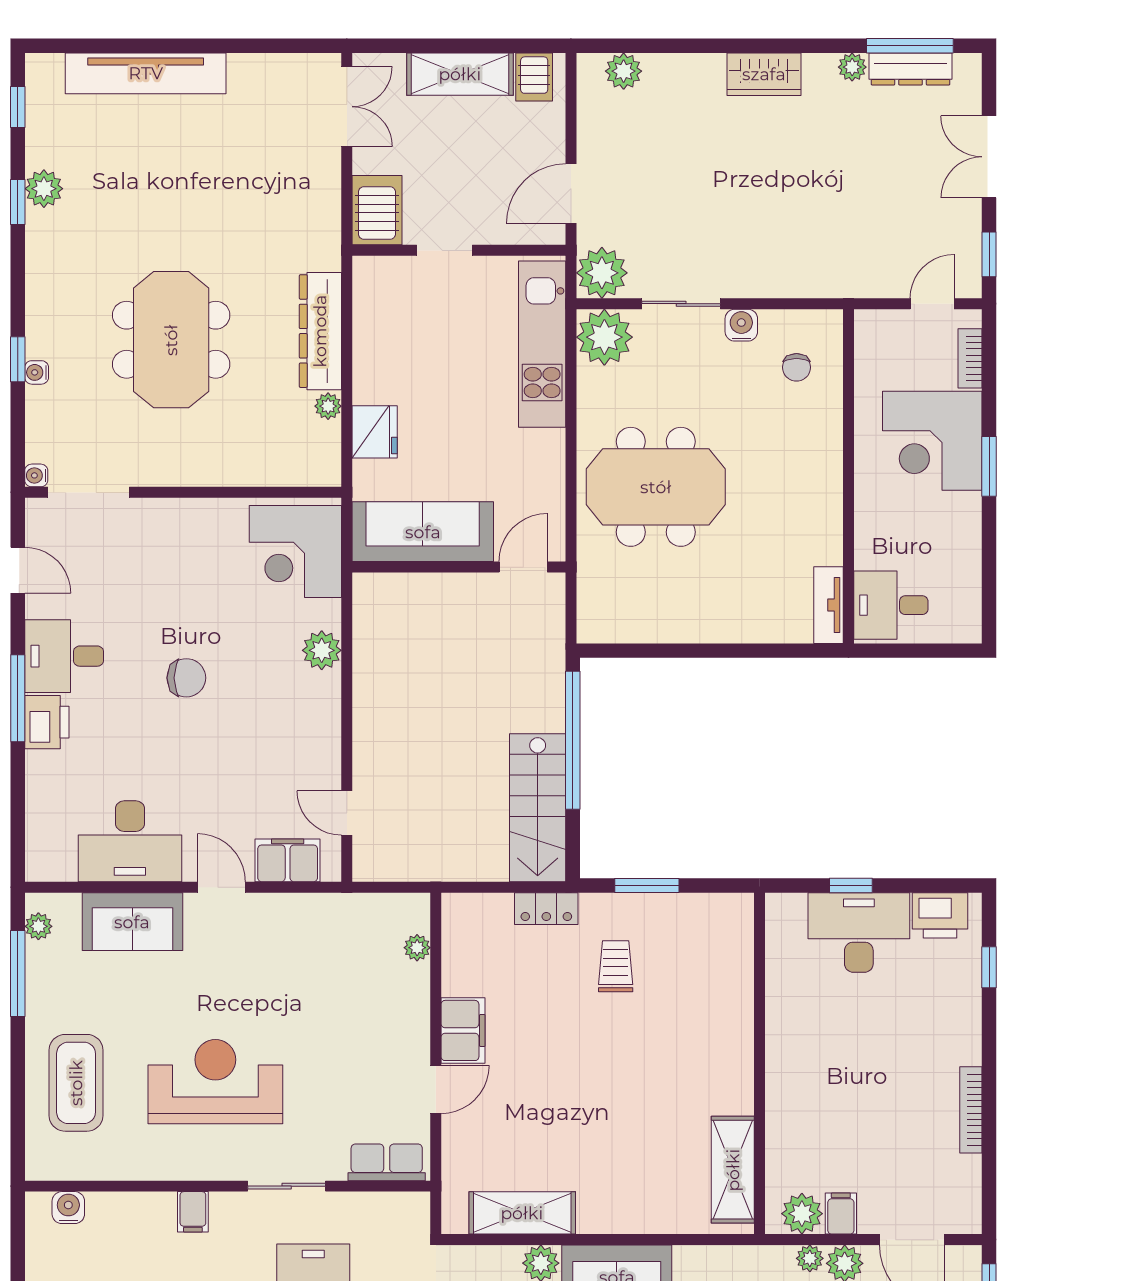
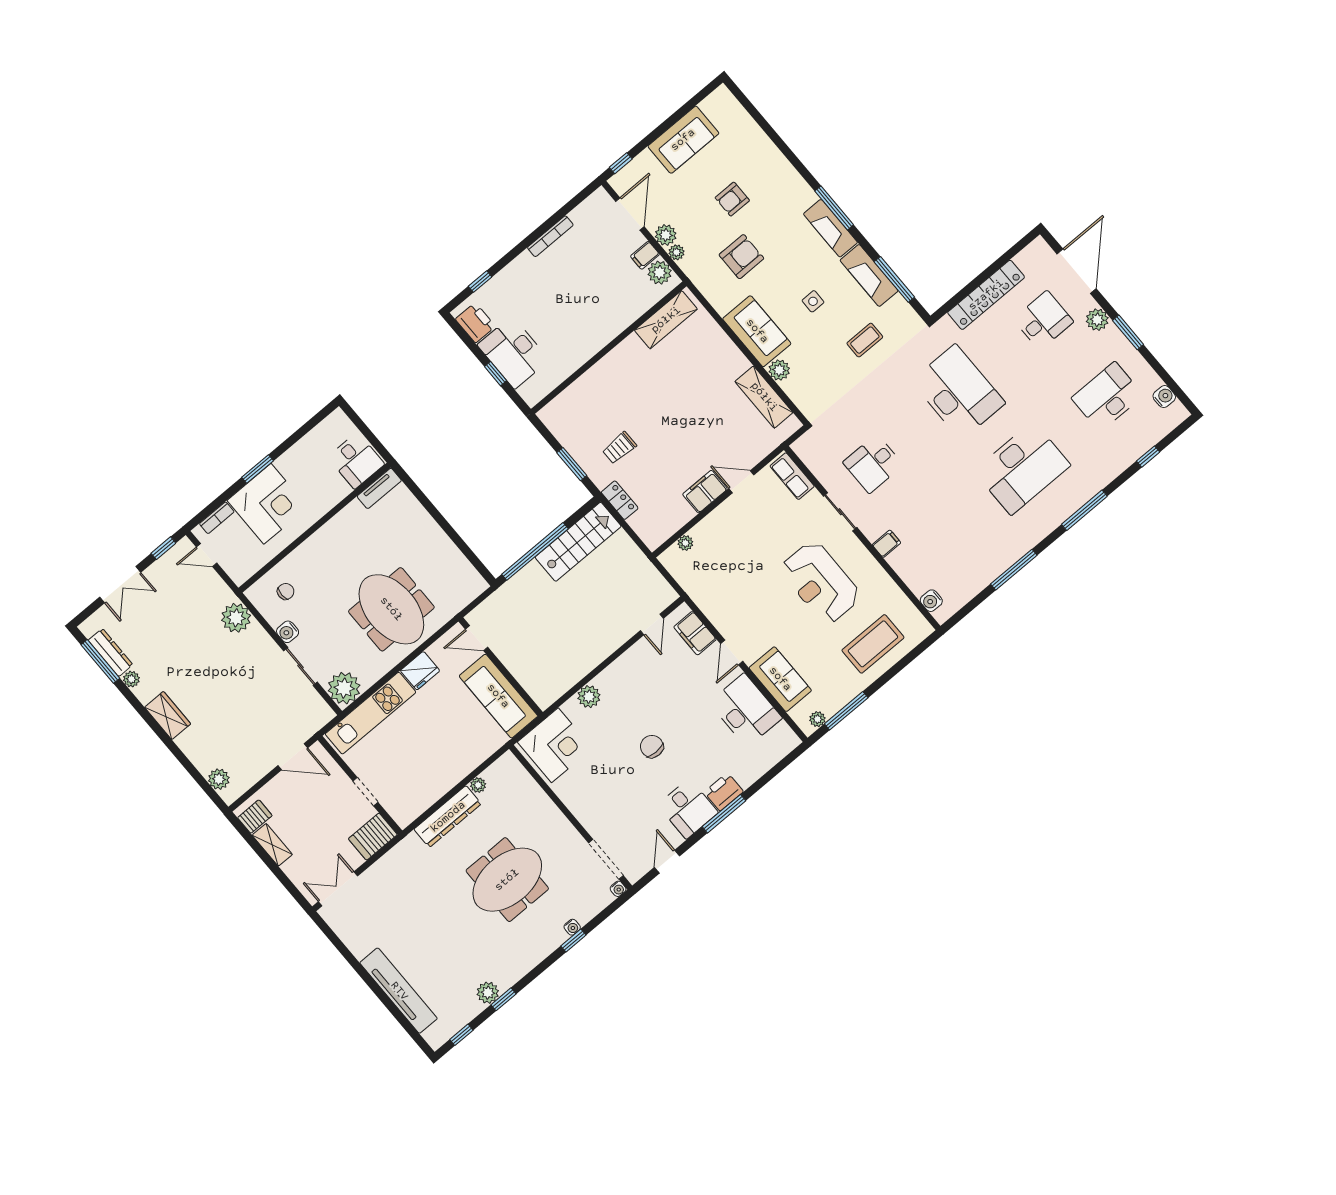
shelving: (460, 74) -> (272, 845), width x0.67, depth x0.75
plant: (602, 273) -> (236, 618), moved
fridge: (375, 432) -> (420, 671), moved, turned 180

